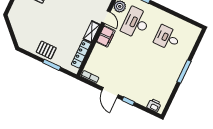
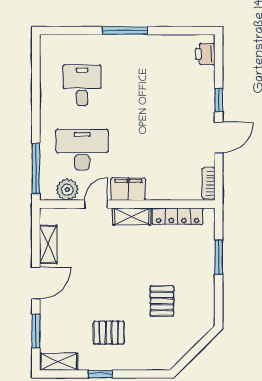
desk: (136, 23) -> (82, 150), turned 180
desk: (167, 38) -> (82, 85), turned 180
pallet: (46, 50) -> (162, 301), moved

